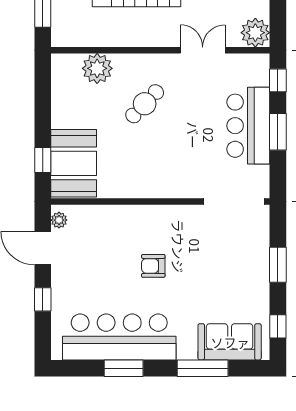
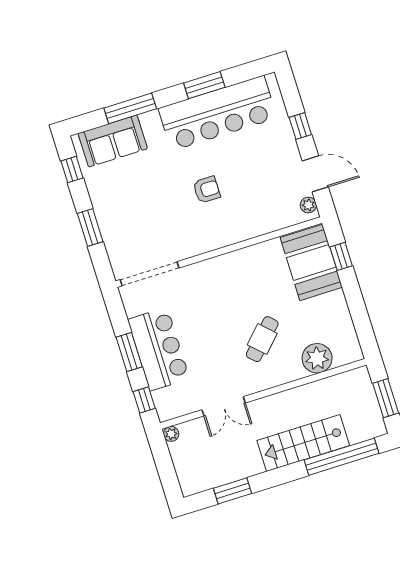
plant: (255, 33) -> (171, 434), width x0.53, depth x0.53

